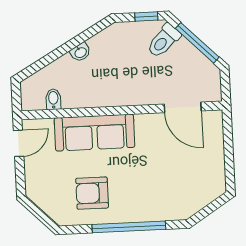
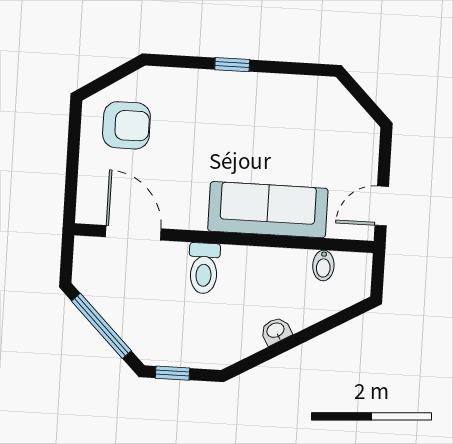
toilet: (164, 41) -> (204, 268), moved, turned 135
armchair: (92, 193) -> (126, 125), moved
window: (129, 227) -> (232, 65), width x0.32

